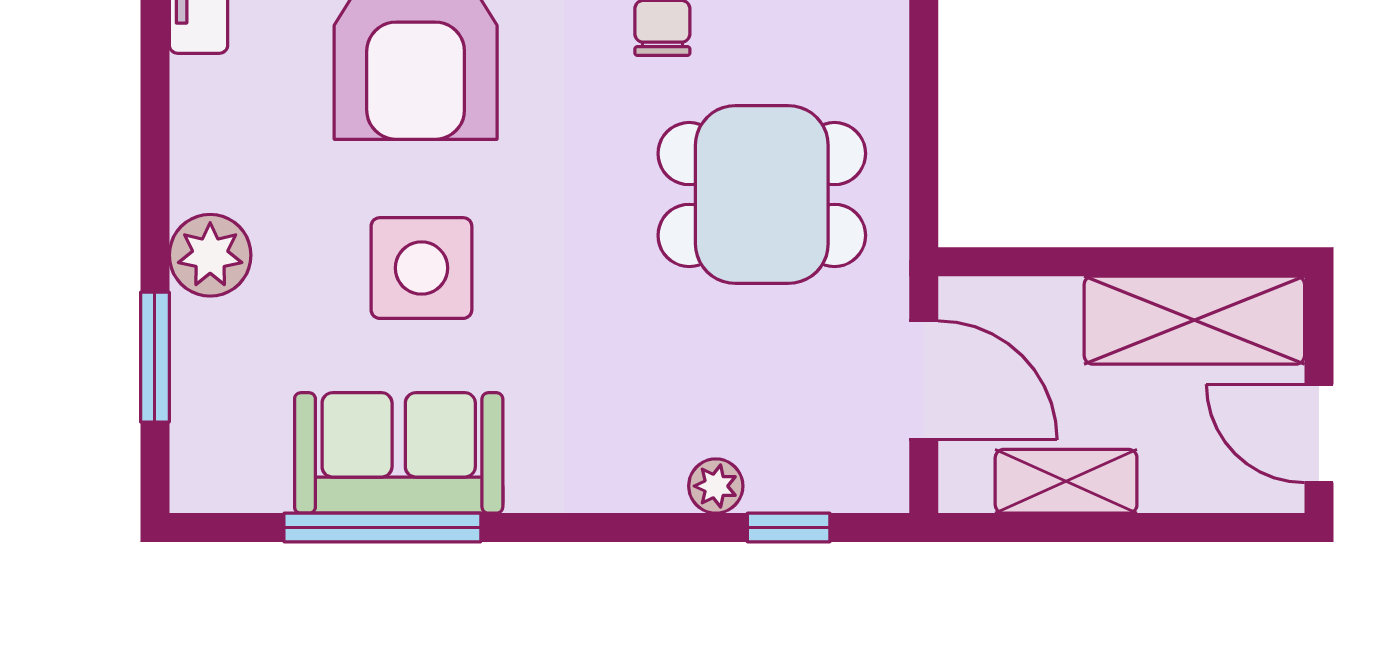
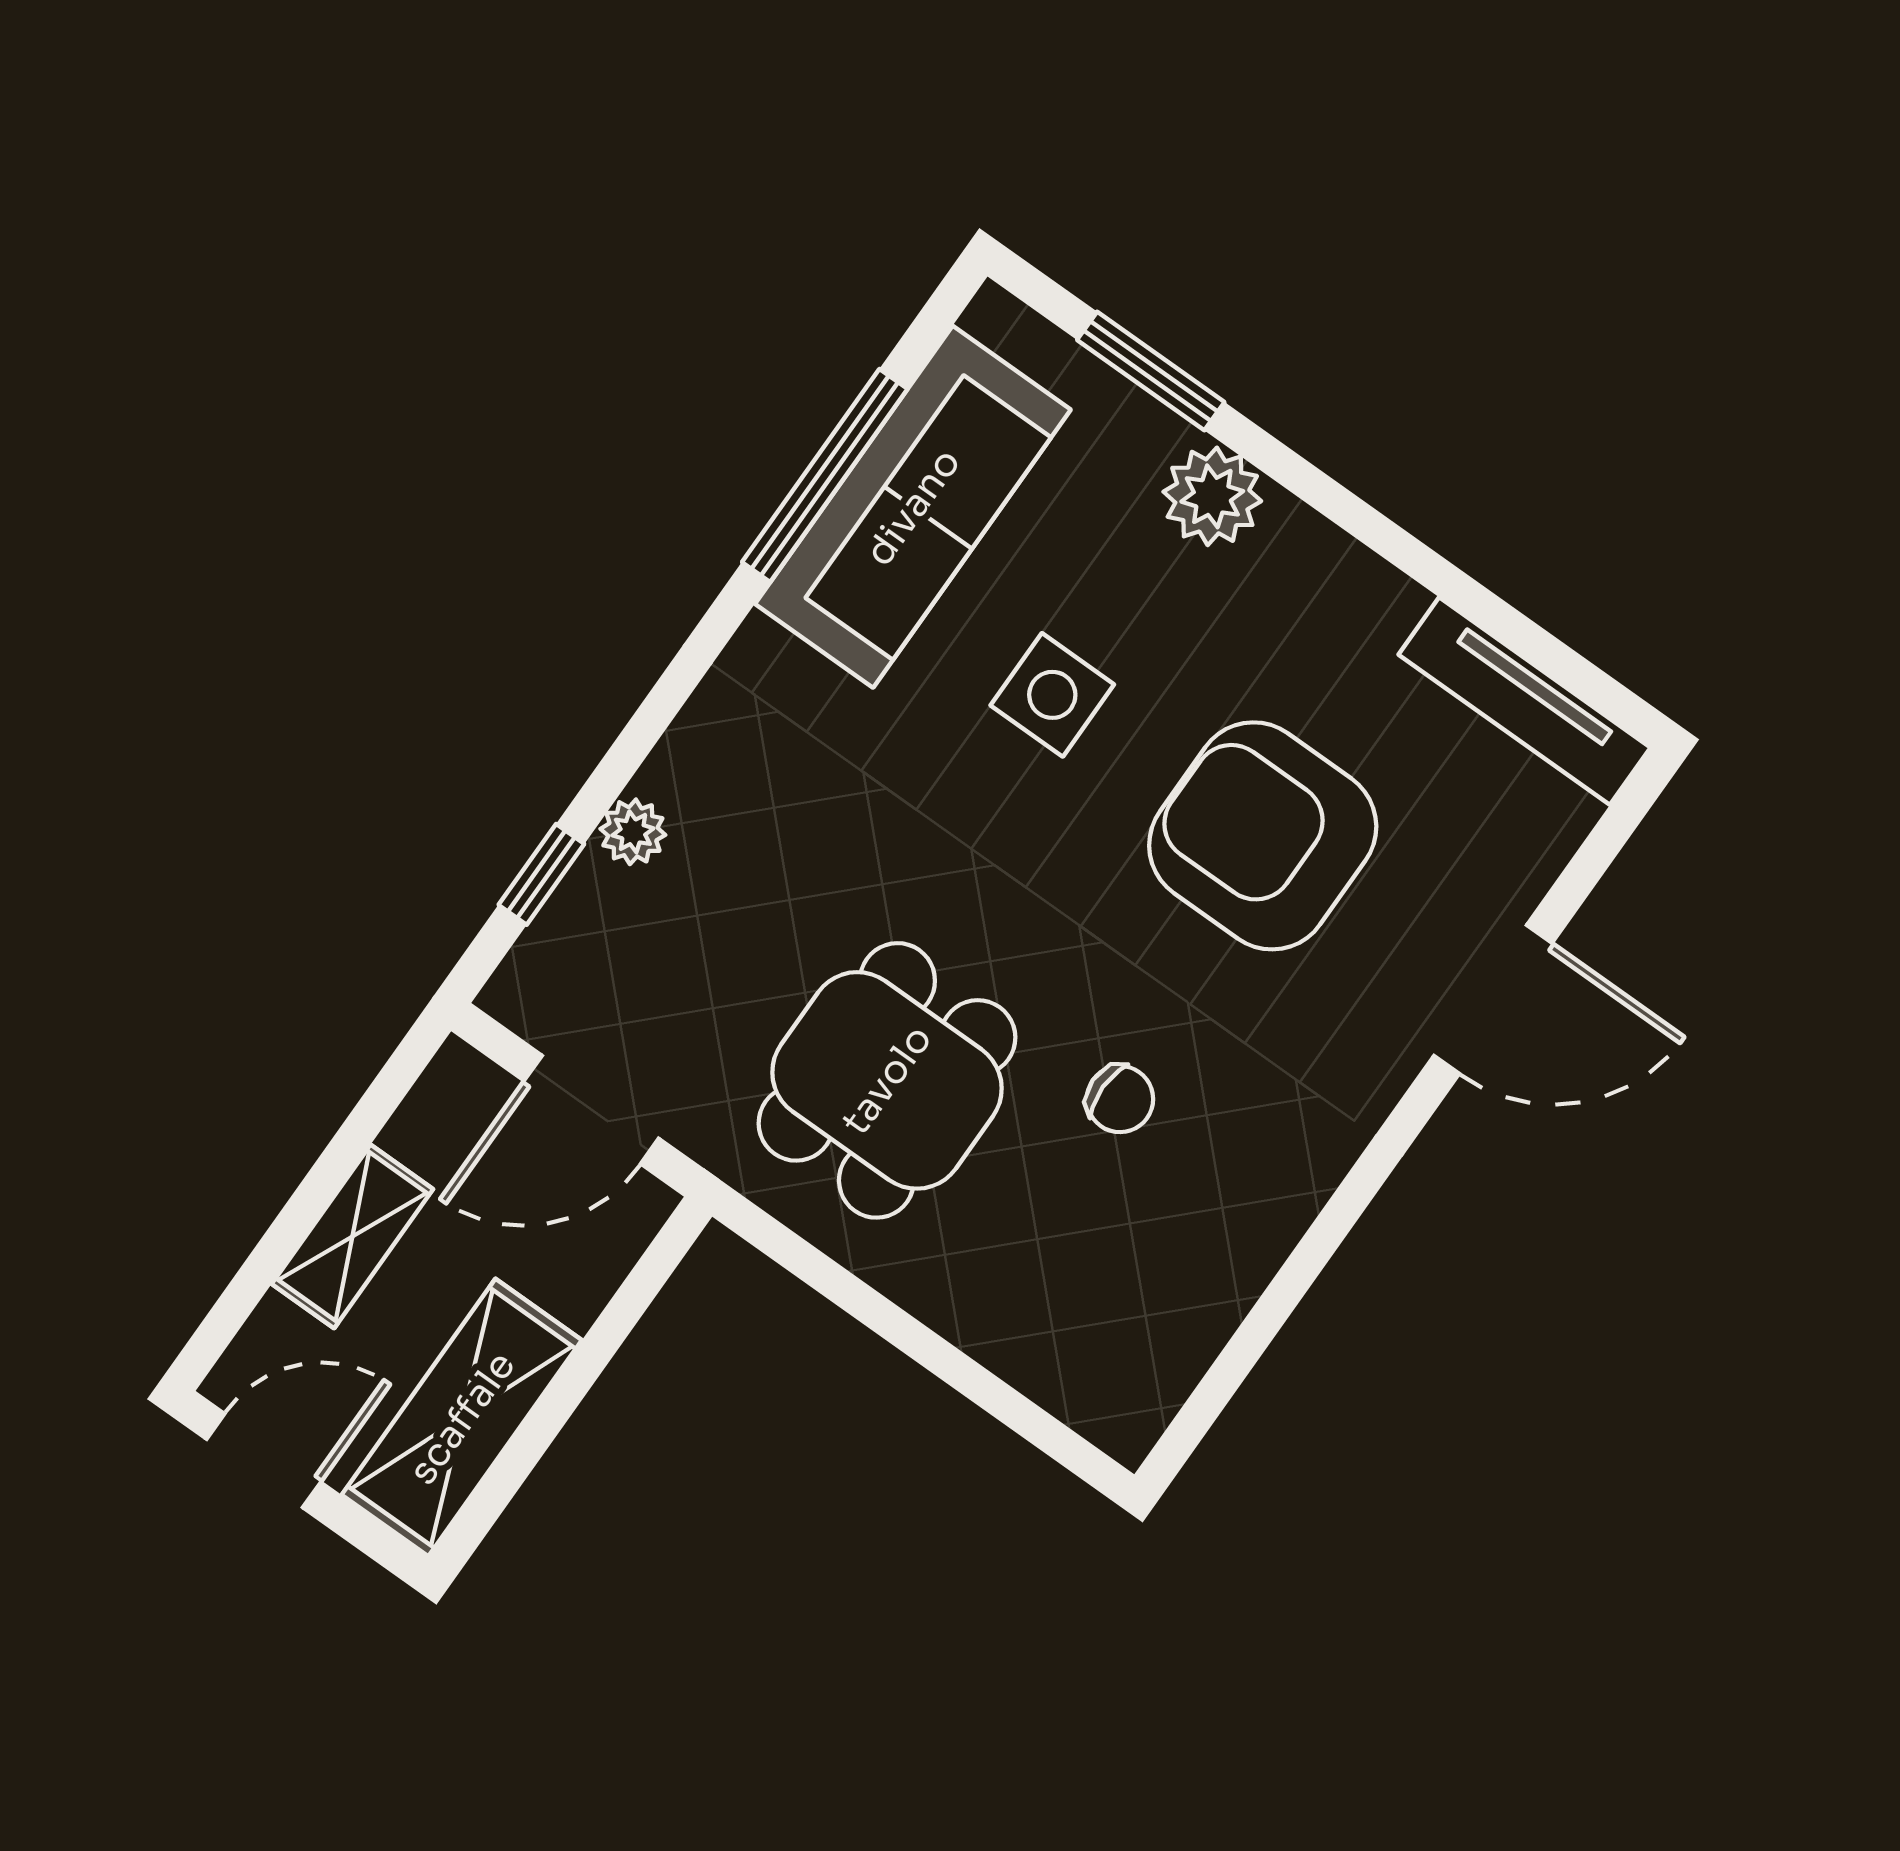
side table: (421, 268) -> (1052, 695), width x0.73, depth x0.73
sofa: (399, 453) -> (913, 507), width x1.36
shelving: (1066, 481) -> (352, 1236), moved

